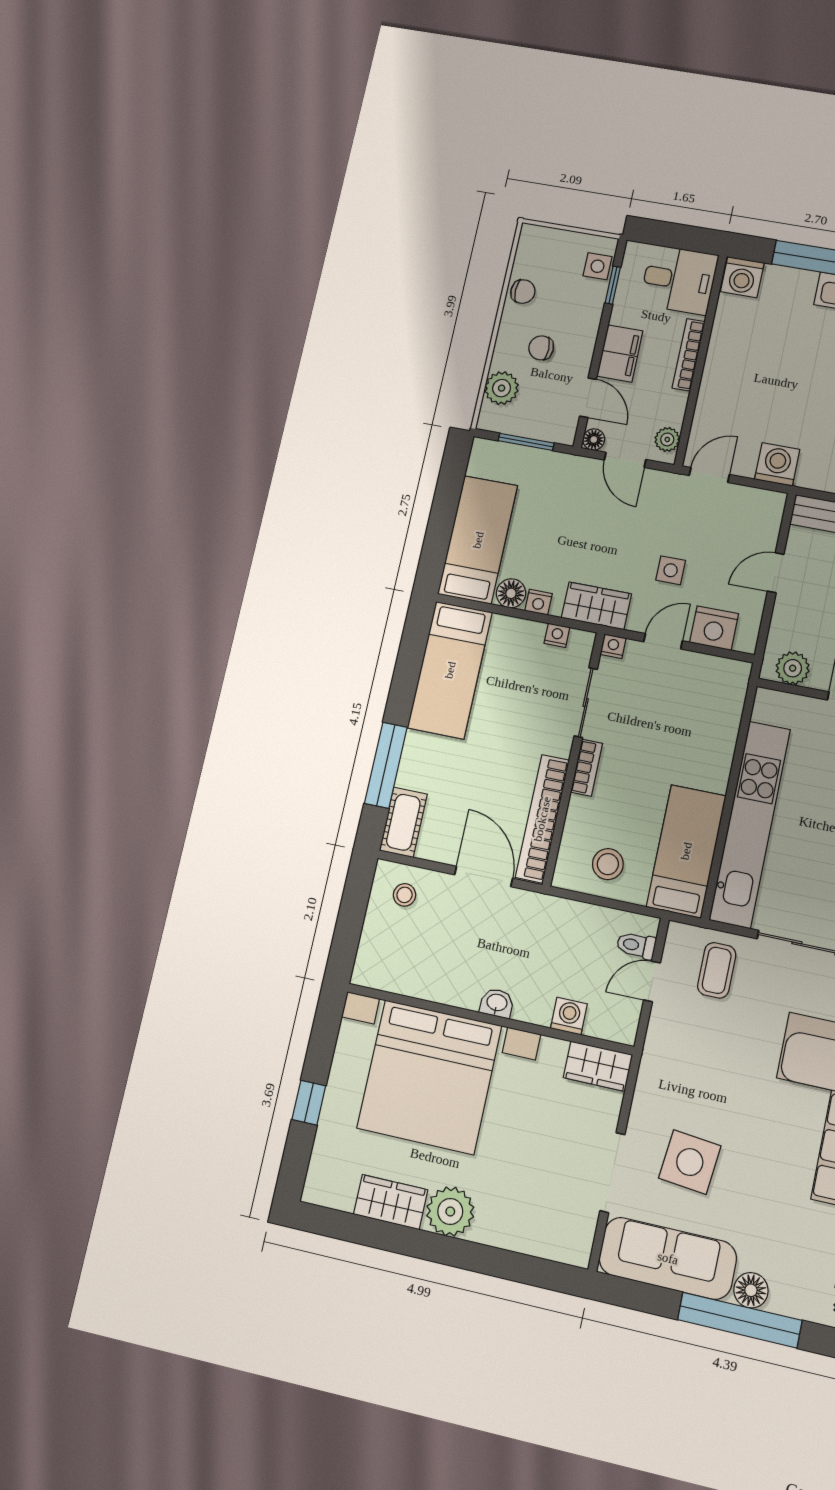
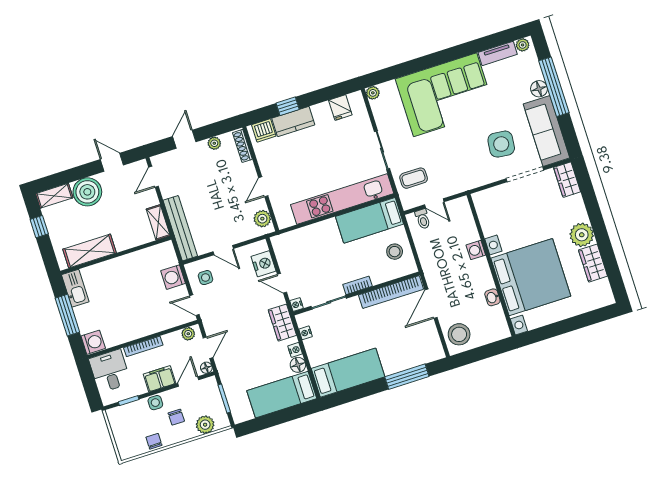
side table: (597, 266) -> (155, 403), moved
side table: (671, 570) -> (206, 278), moved
cot: (403, 822) -> (428, 354), removed
stool: (404, 895) -> (459, 334), width x1.89, depth x1.89
washbasin: (497, 1003) -> (492, 297), moved
washing machine: (569, 1016) -> (476, 250), moved
wardrobe: (598, 1066) -> (567, 180), moved, turned 180
window: (309, 1103) -> (572, 324), removed

